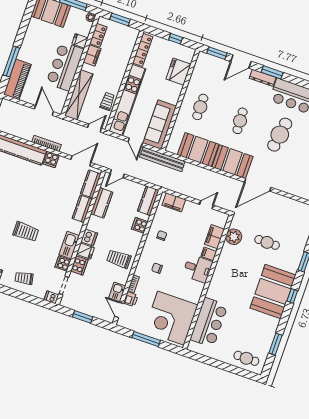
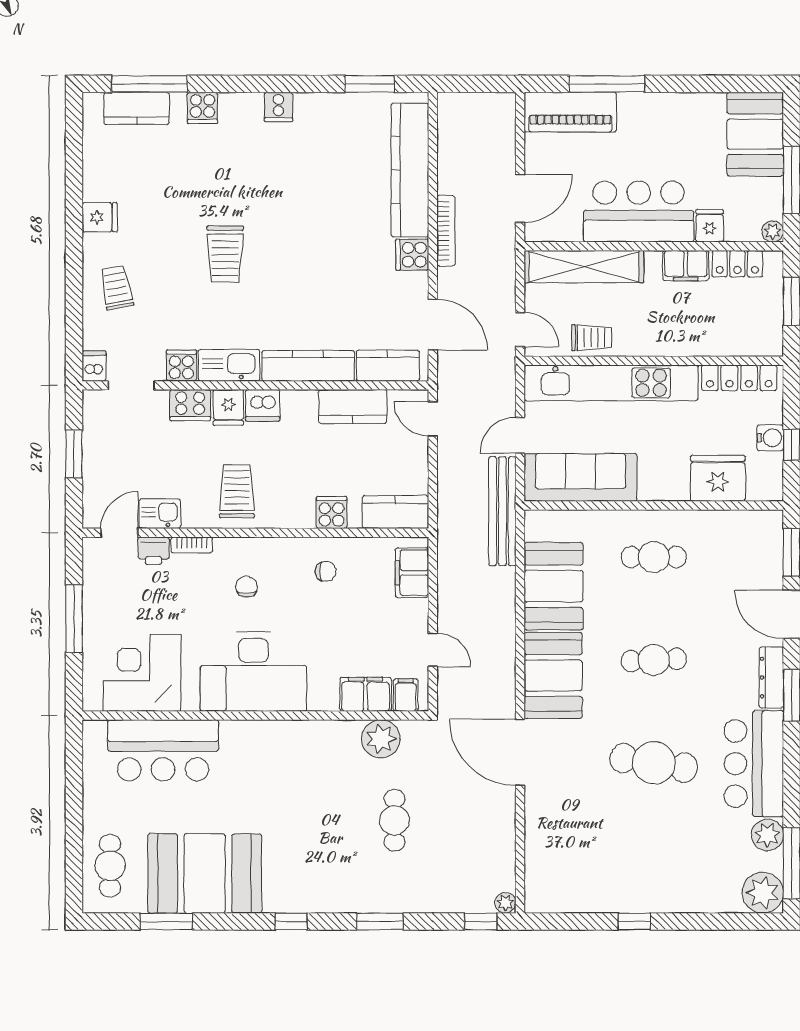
water cooler: (170, 46) -> (770, 438), added
kitchen counter: (82, 209) -> (308, 366), width x1.50
filing cabinet: (209, 254) -> (406, 695), moved
desk: (198, 269) -> (253, 672), width x1.87, depth x1.30
booth: (273, 291) -> (205, 873), moved
corner desk: (171, 318) -> (142, 673), width x0.74, depth x0.74

